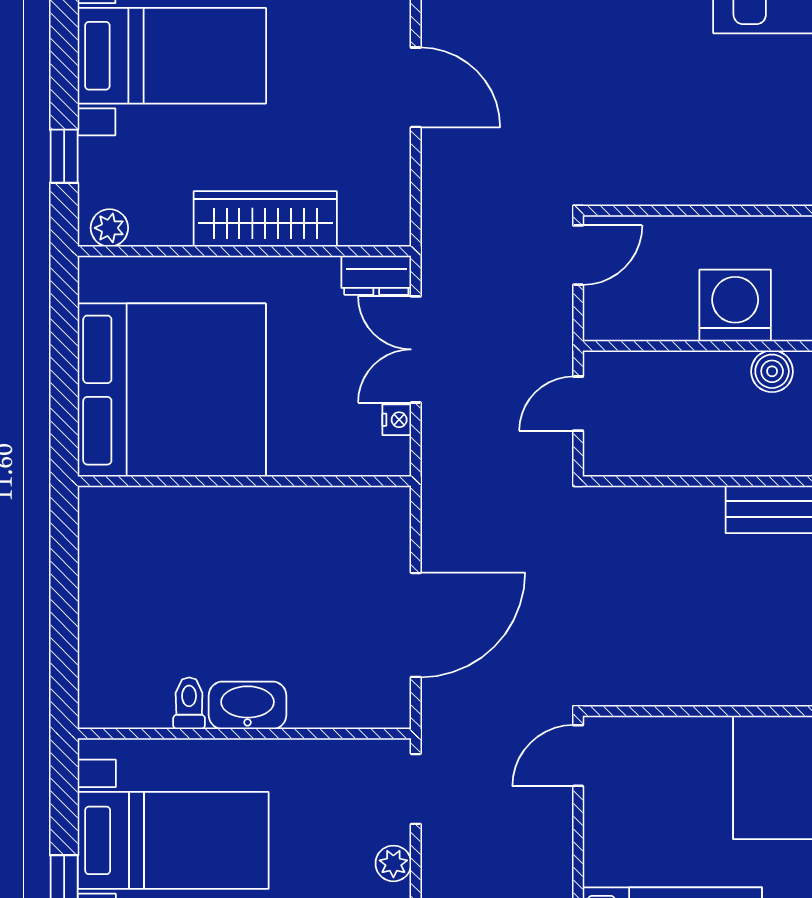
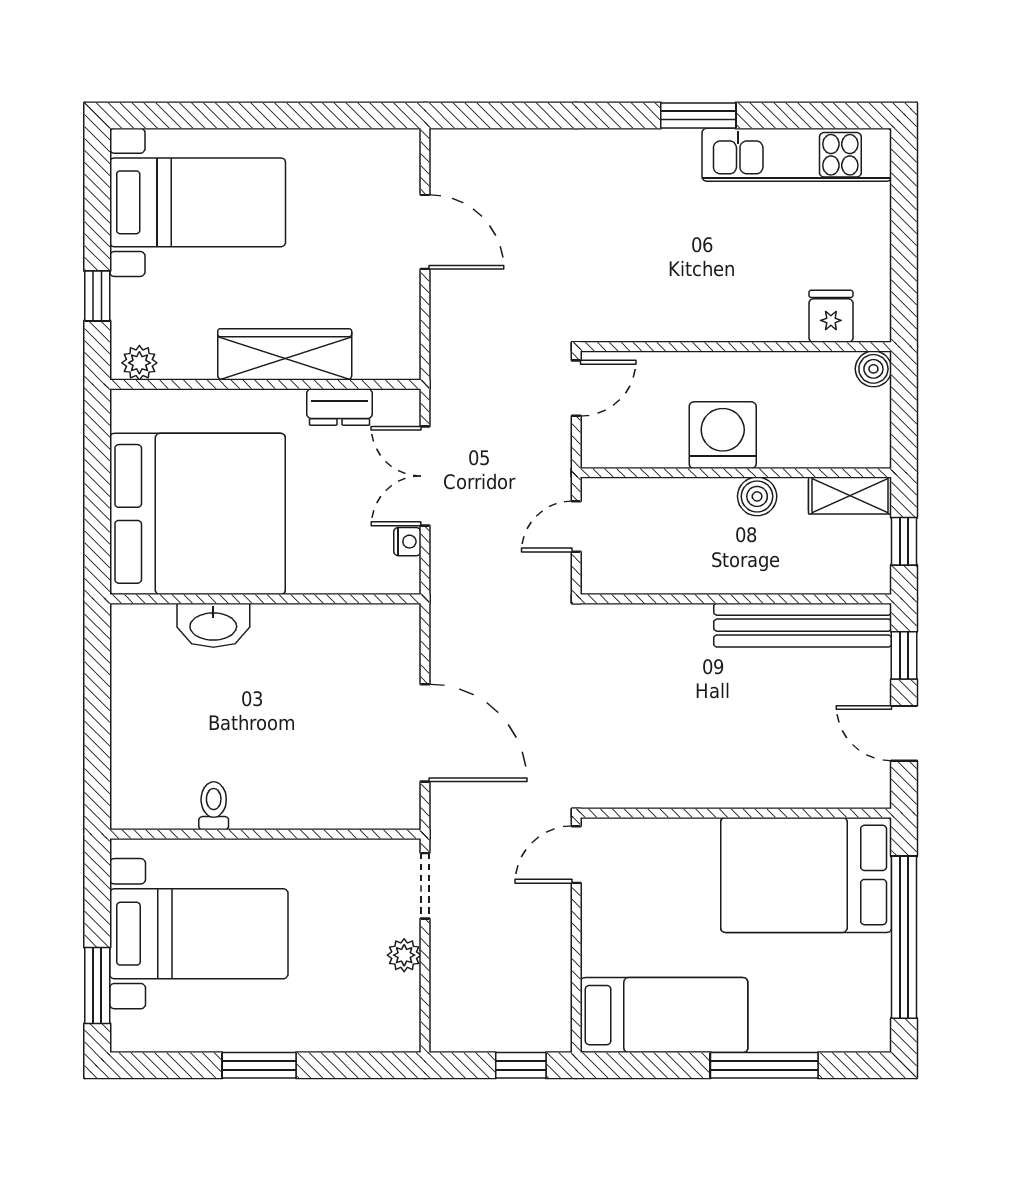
dresser: (376, 275) -> (339, 407), moved
door: (416, 625) -> (425, 733), hinge flipped
washbasin: (247, 705) -> (213, 625), moved, turned 180

